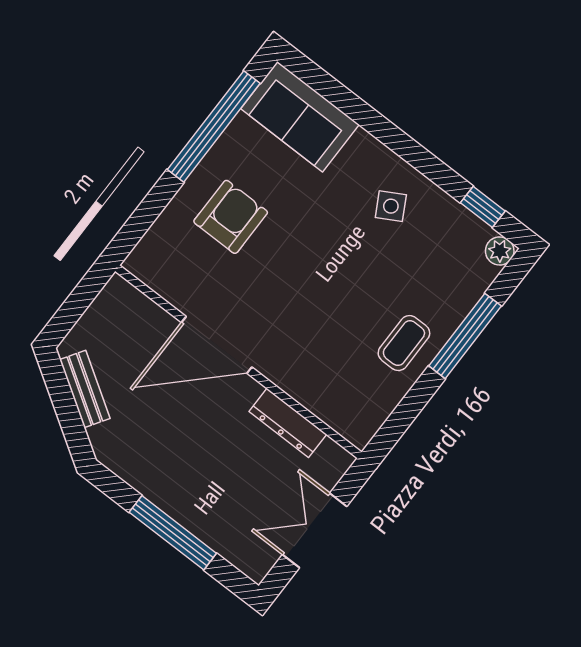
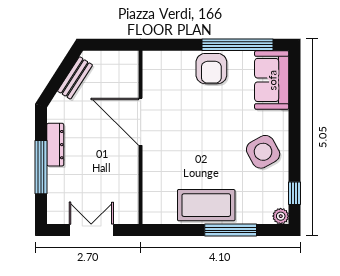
side table: (391, 206) -> (263, 152), width x1.87, depth x1.87
armchair: (231, 217) -> (211, 69), moved, turned 90
coffee table: (404, 343) -> (206, 205), width x1.86, depth x1.72
dresser: (288, 423) -> (55, 145), moved, turned 180

